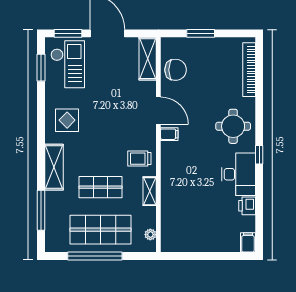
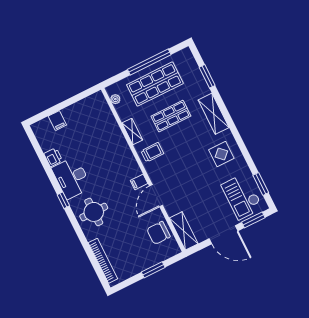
door: (158, 111) -> (156, 196), hinge flipped
window: (41, 210) -> (207, 76), width x0.69
filing cabinet: (248, 242) -> (57, 121), moved

